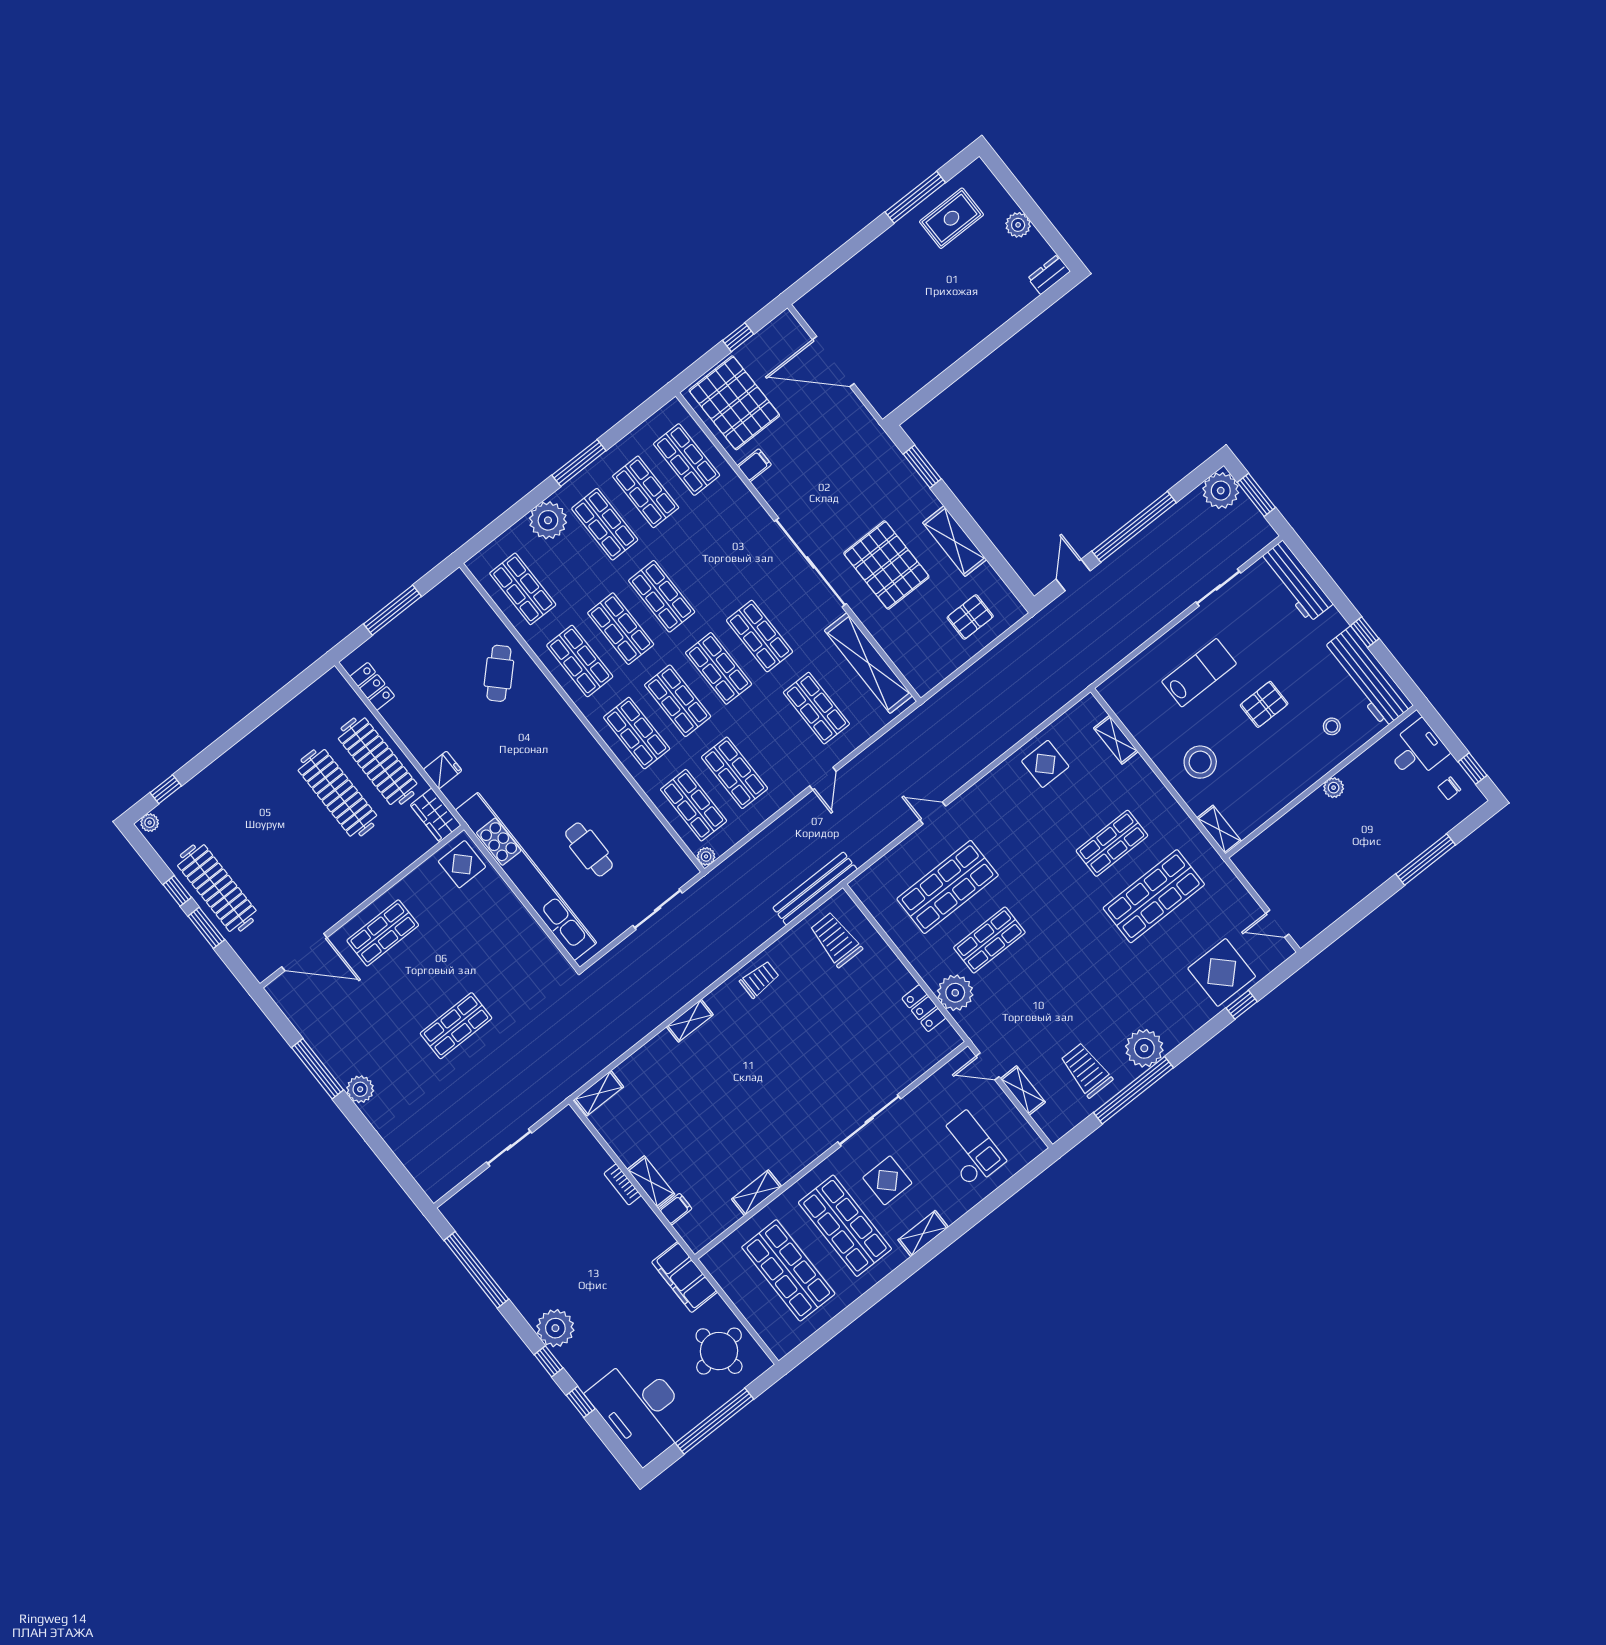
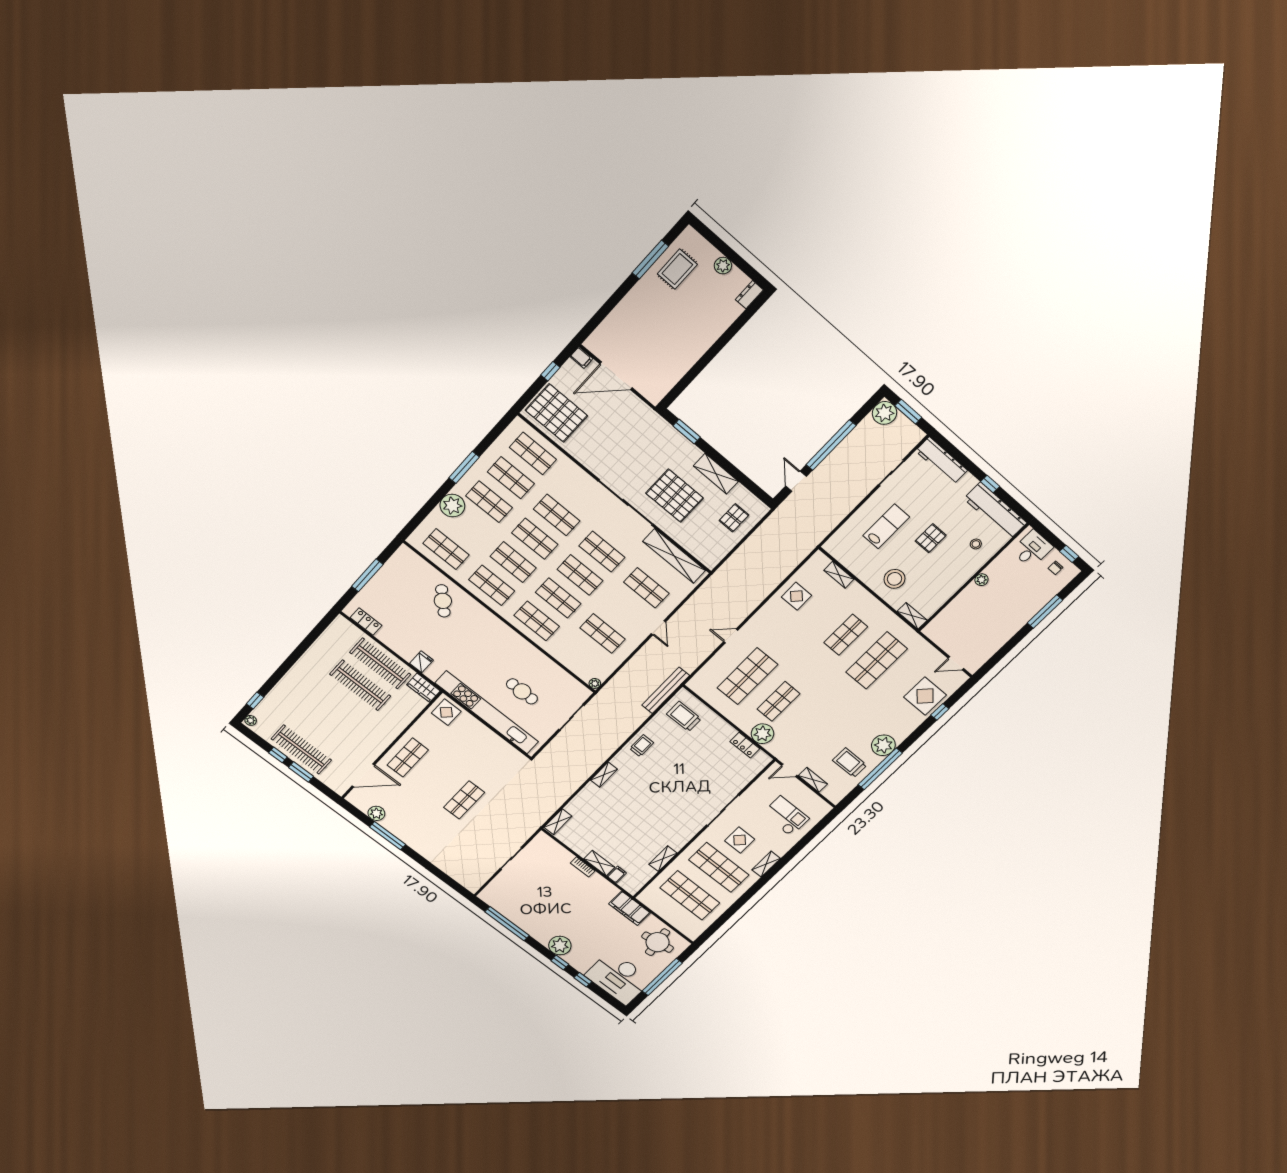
filing cabinet: (754, 465) -> (581, 358), moved, turned 90
shop shelf: (694, 805) -> (557, 515), moved
plant: (360, 1089) -> (376, 813), moved

